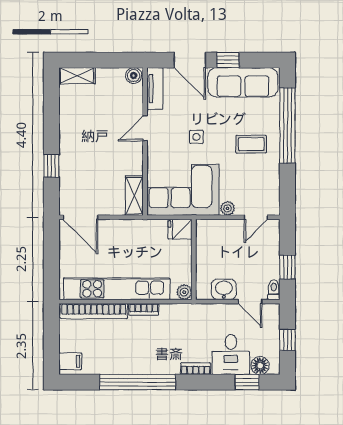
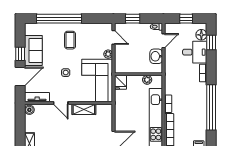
sofa: (243, 82) -> (33, 50), width x0.73
shelving: (134, 196) -> (84, 109), moved
window: (287, 267) -> (133, 19), moved
plant: (184, 292) -> (147, 80), moved

